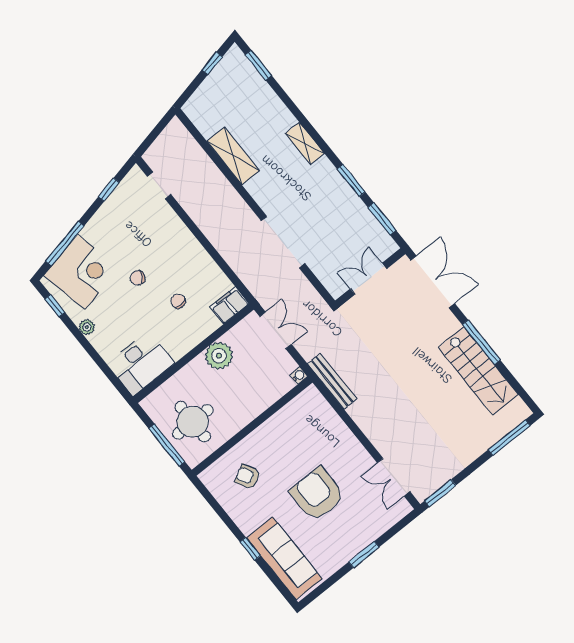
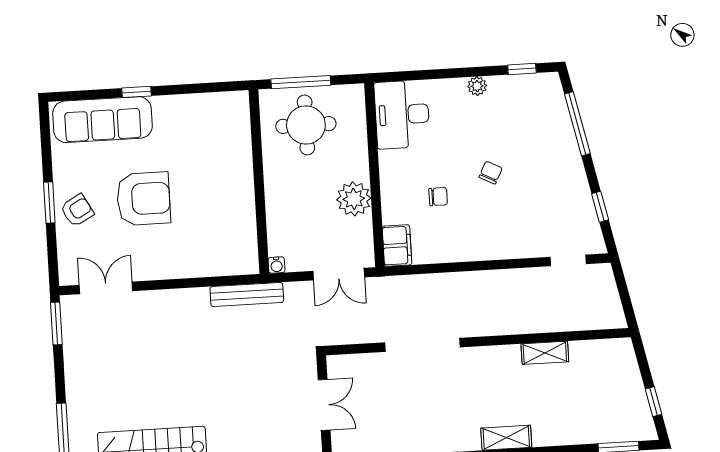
shelving: (233, 156) -> (545, 353), width x0.67, depth x0.75
corner desk: (81, 272) -> (537, 120), removed
armchair: (248, 477) -> (77, 210), moved

